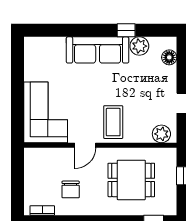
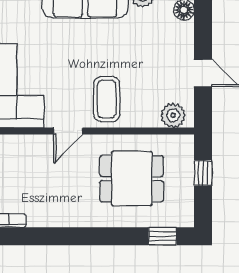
chair: (71, 189) -> (48, 192), removed

